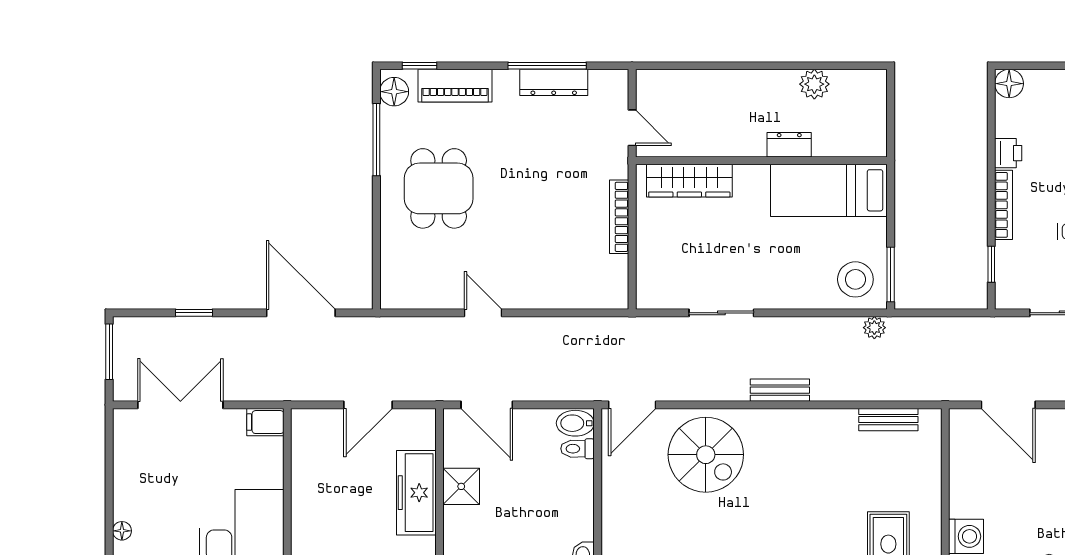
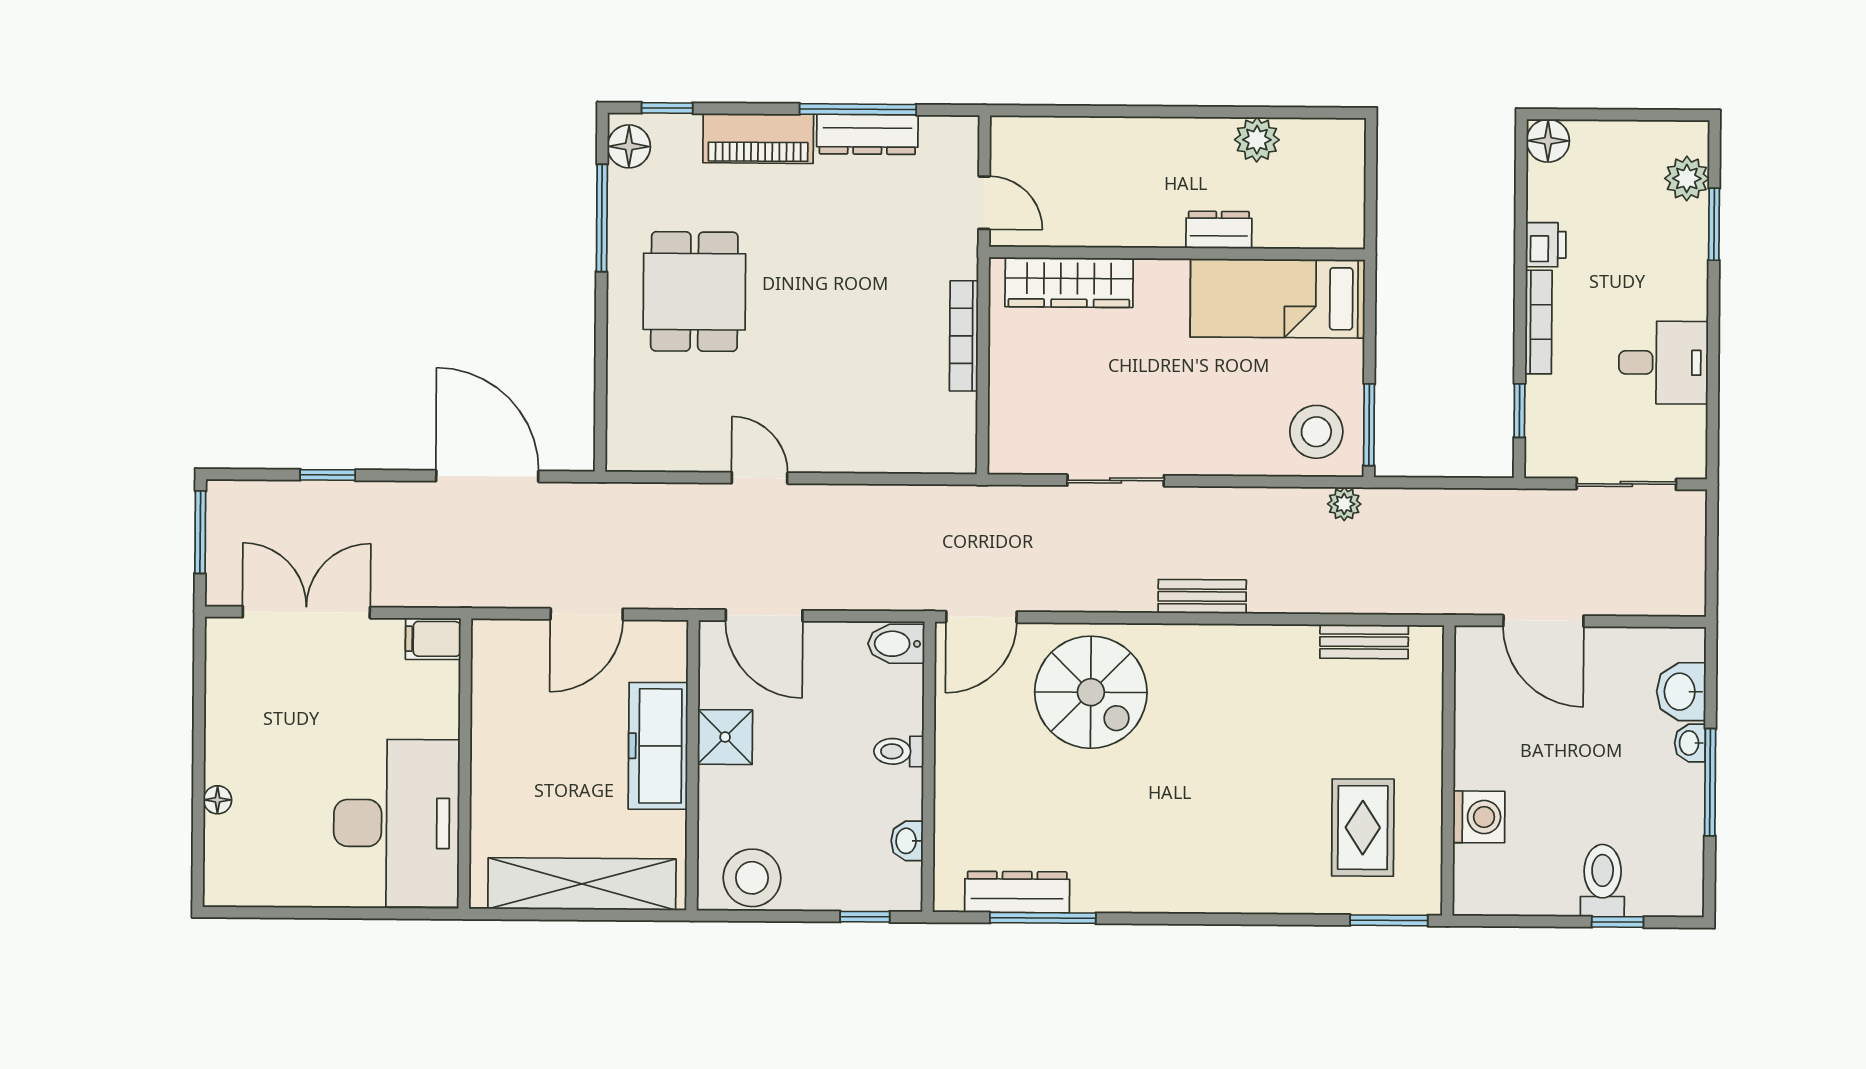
piano: (455, 86) -> (758, 138), moved
toilet: (578, 449) -> (899, 751), moved

